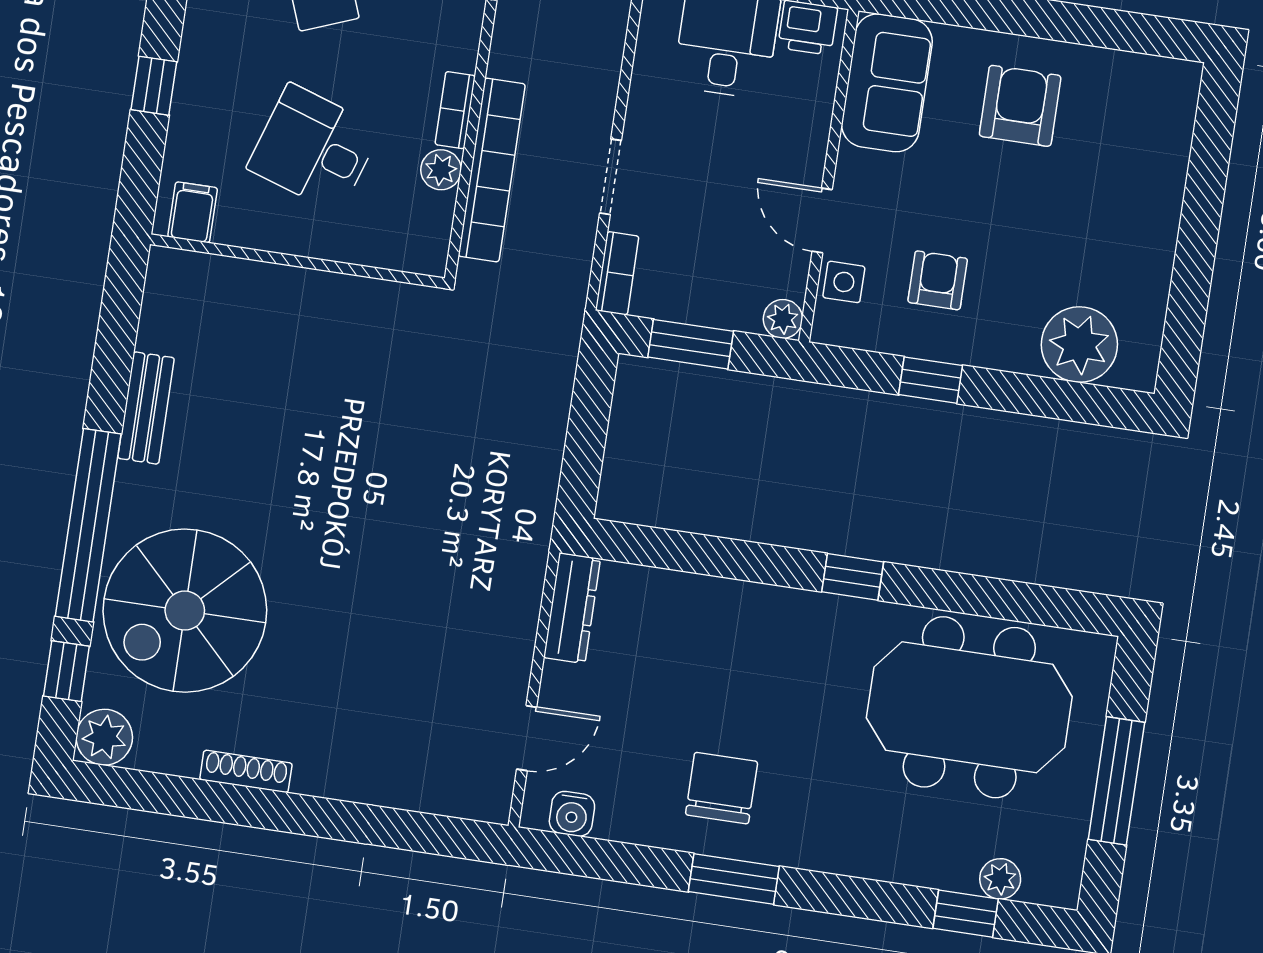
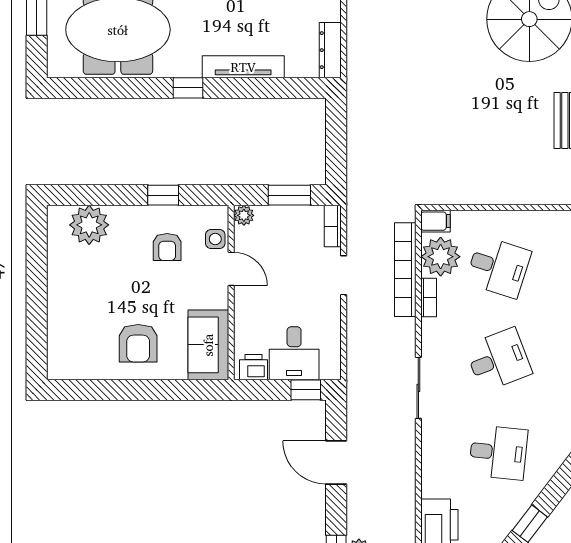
plant: (441, 170) -> (441, 257), width x1.87, depth x1.87
filing cabinet: (193, 212) -> (436, 221), moved, turned -90
tv unit: (742, 601) -> (243, 67), added

